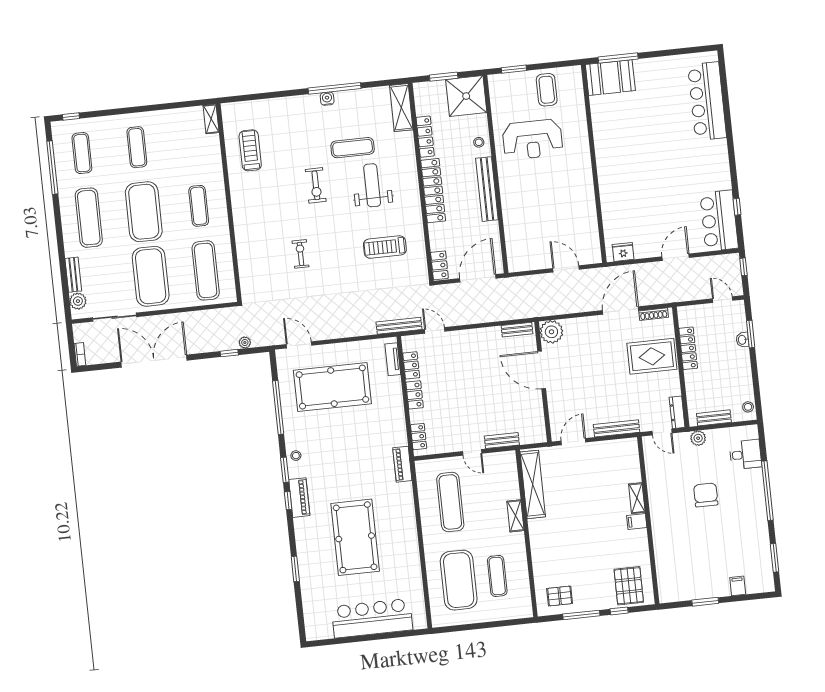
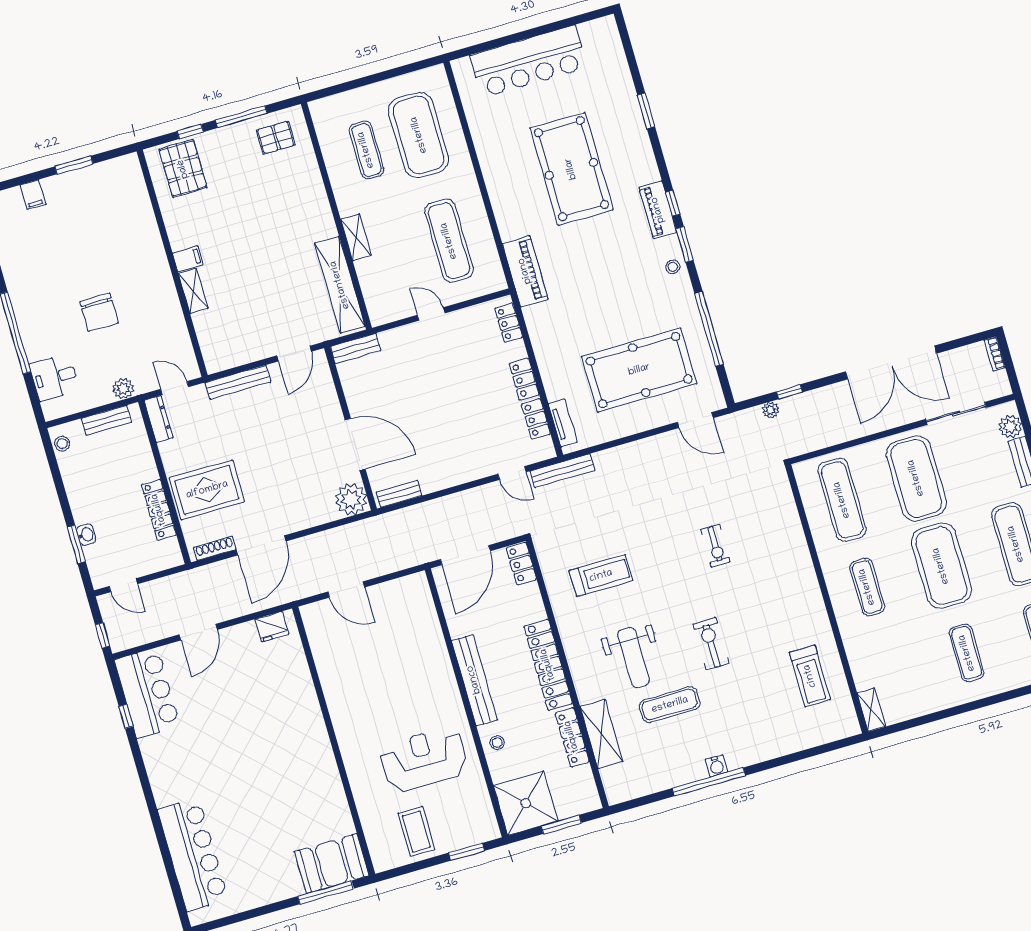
shelving: (401, 108) -> (601, 734), moved
bench: (502, 440) -> (356, 348), moved
piano: (402, 464) -> (525, 271), width x1.37, depth x1.33

